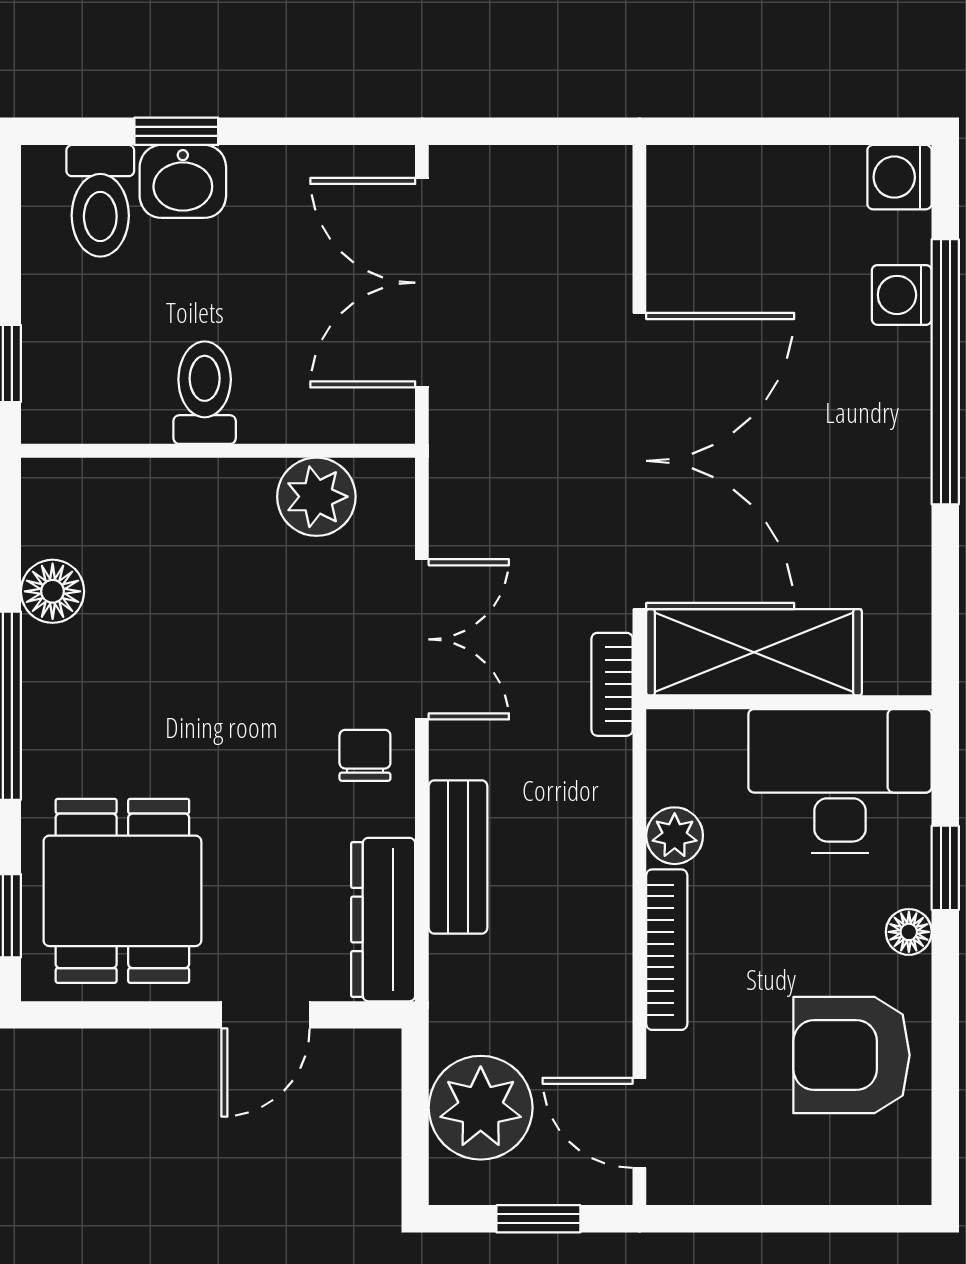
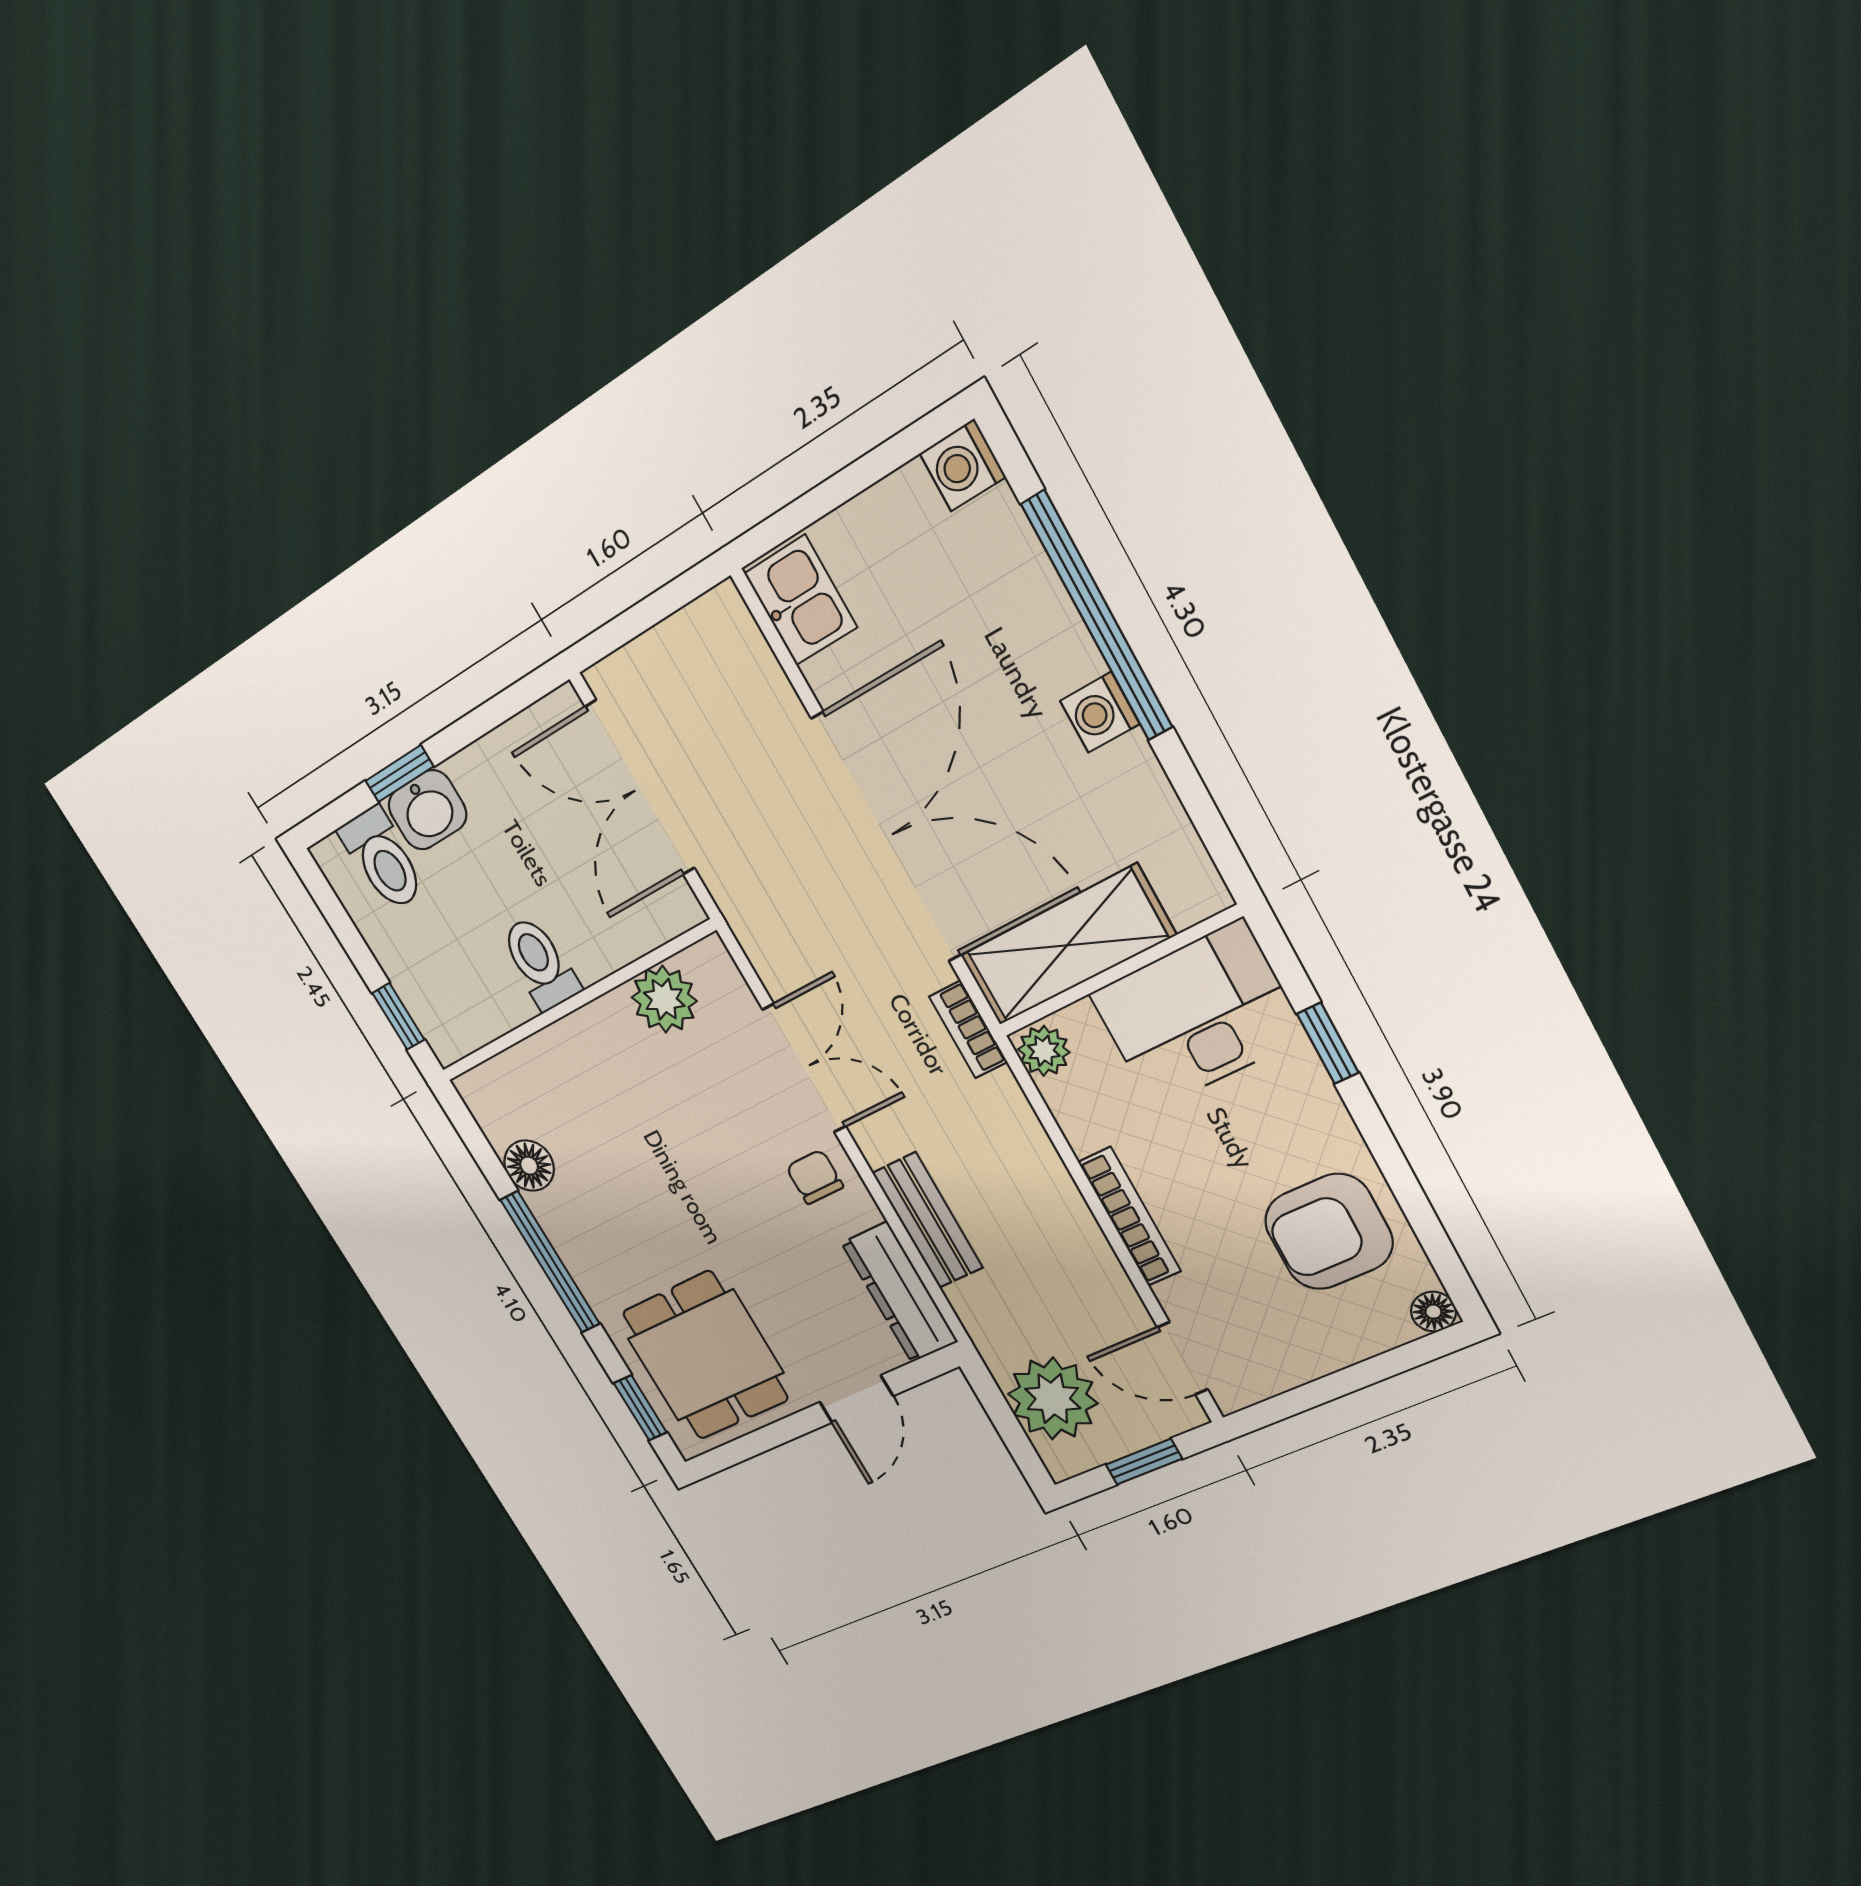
kitchen sink: (685, 205) -> (801, 600), added
washing machine: (902, 295) -> (1100, 712), moved
plant: (675, 836) -> (1044, 1051), moved
floor lamp: (909, 932) -> (1433, 1312), moved

